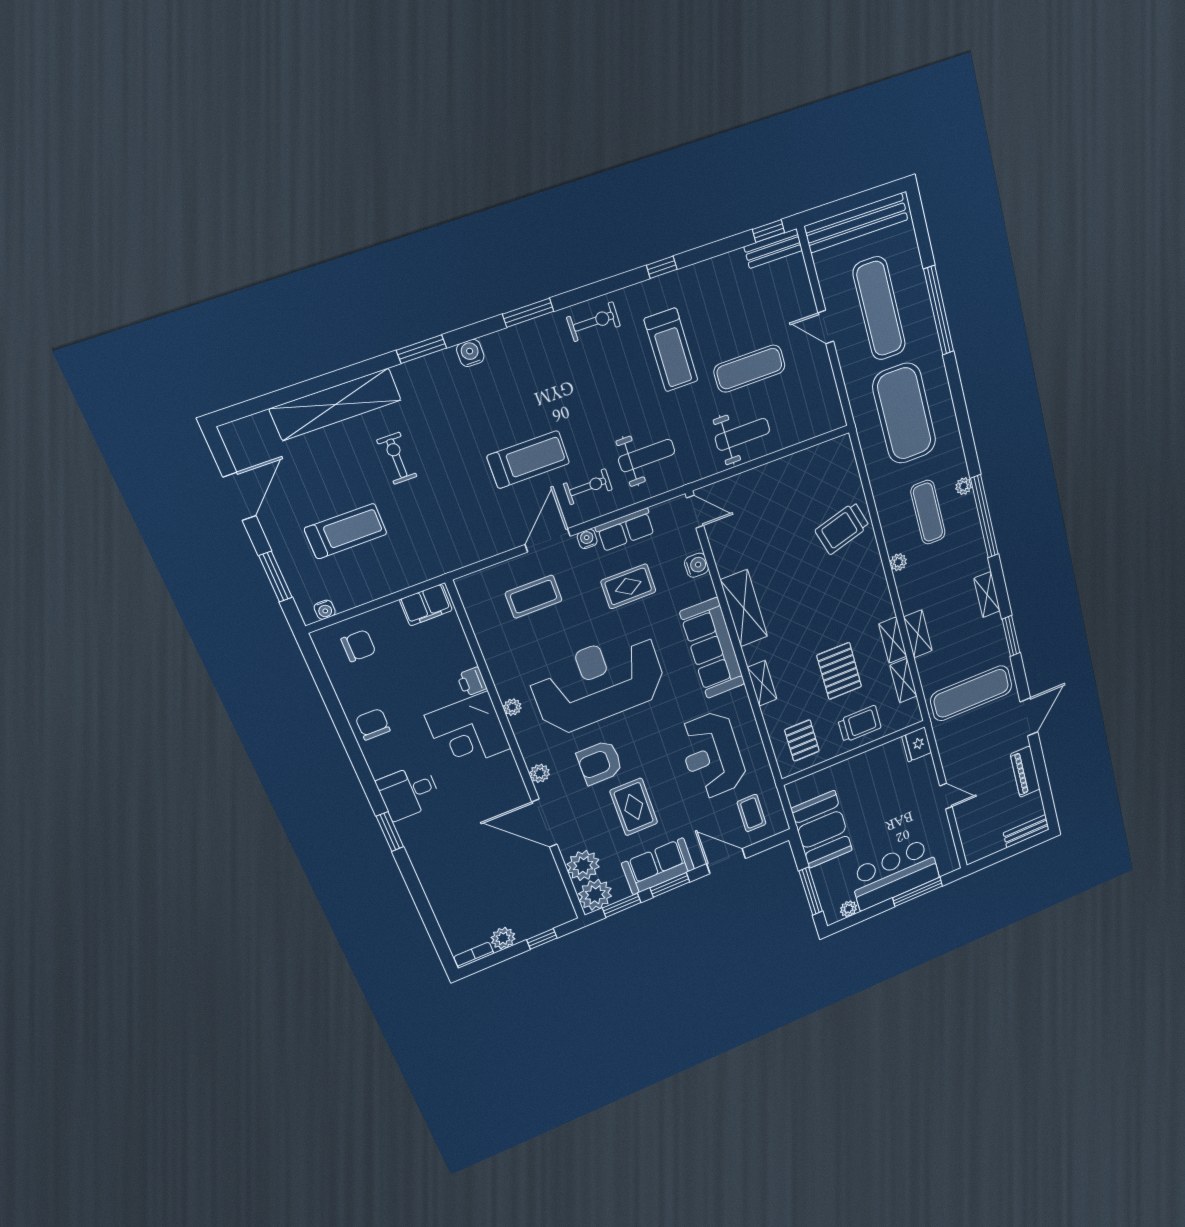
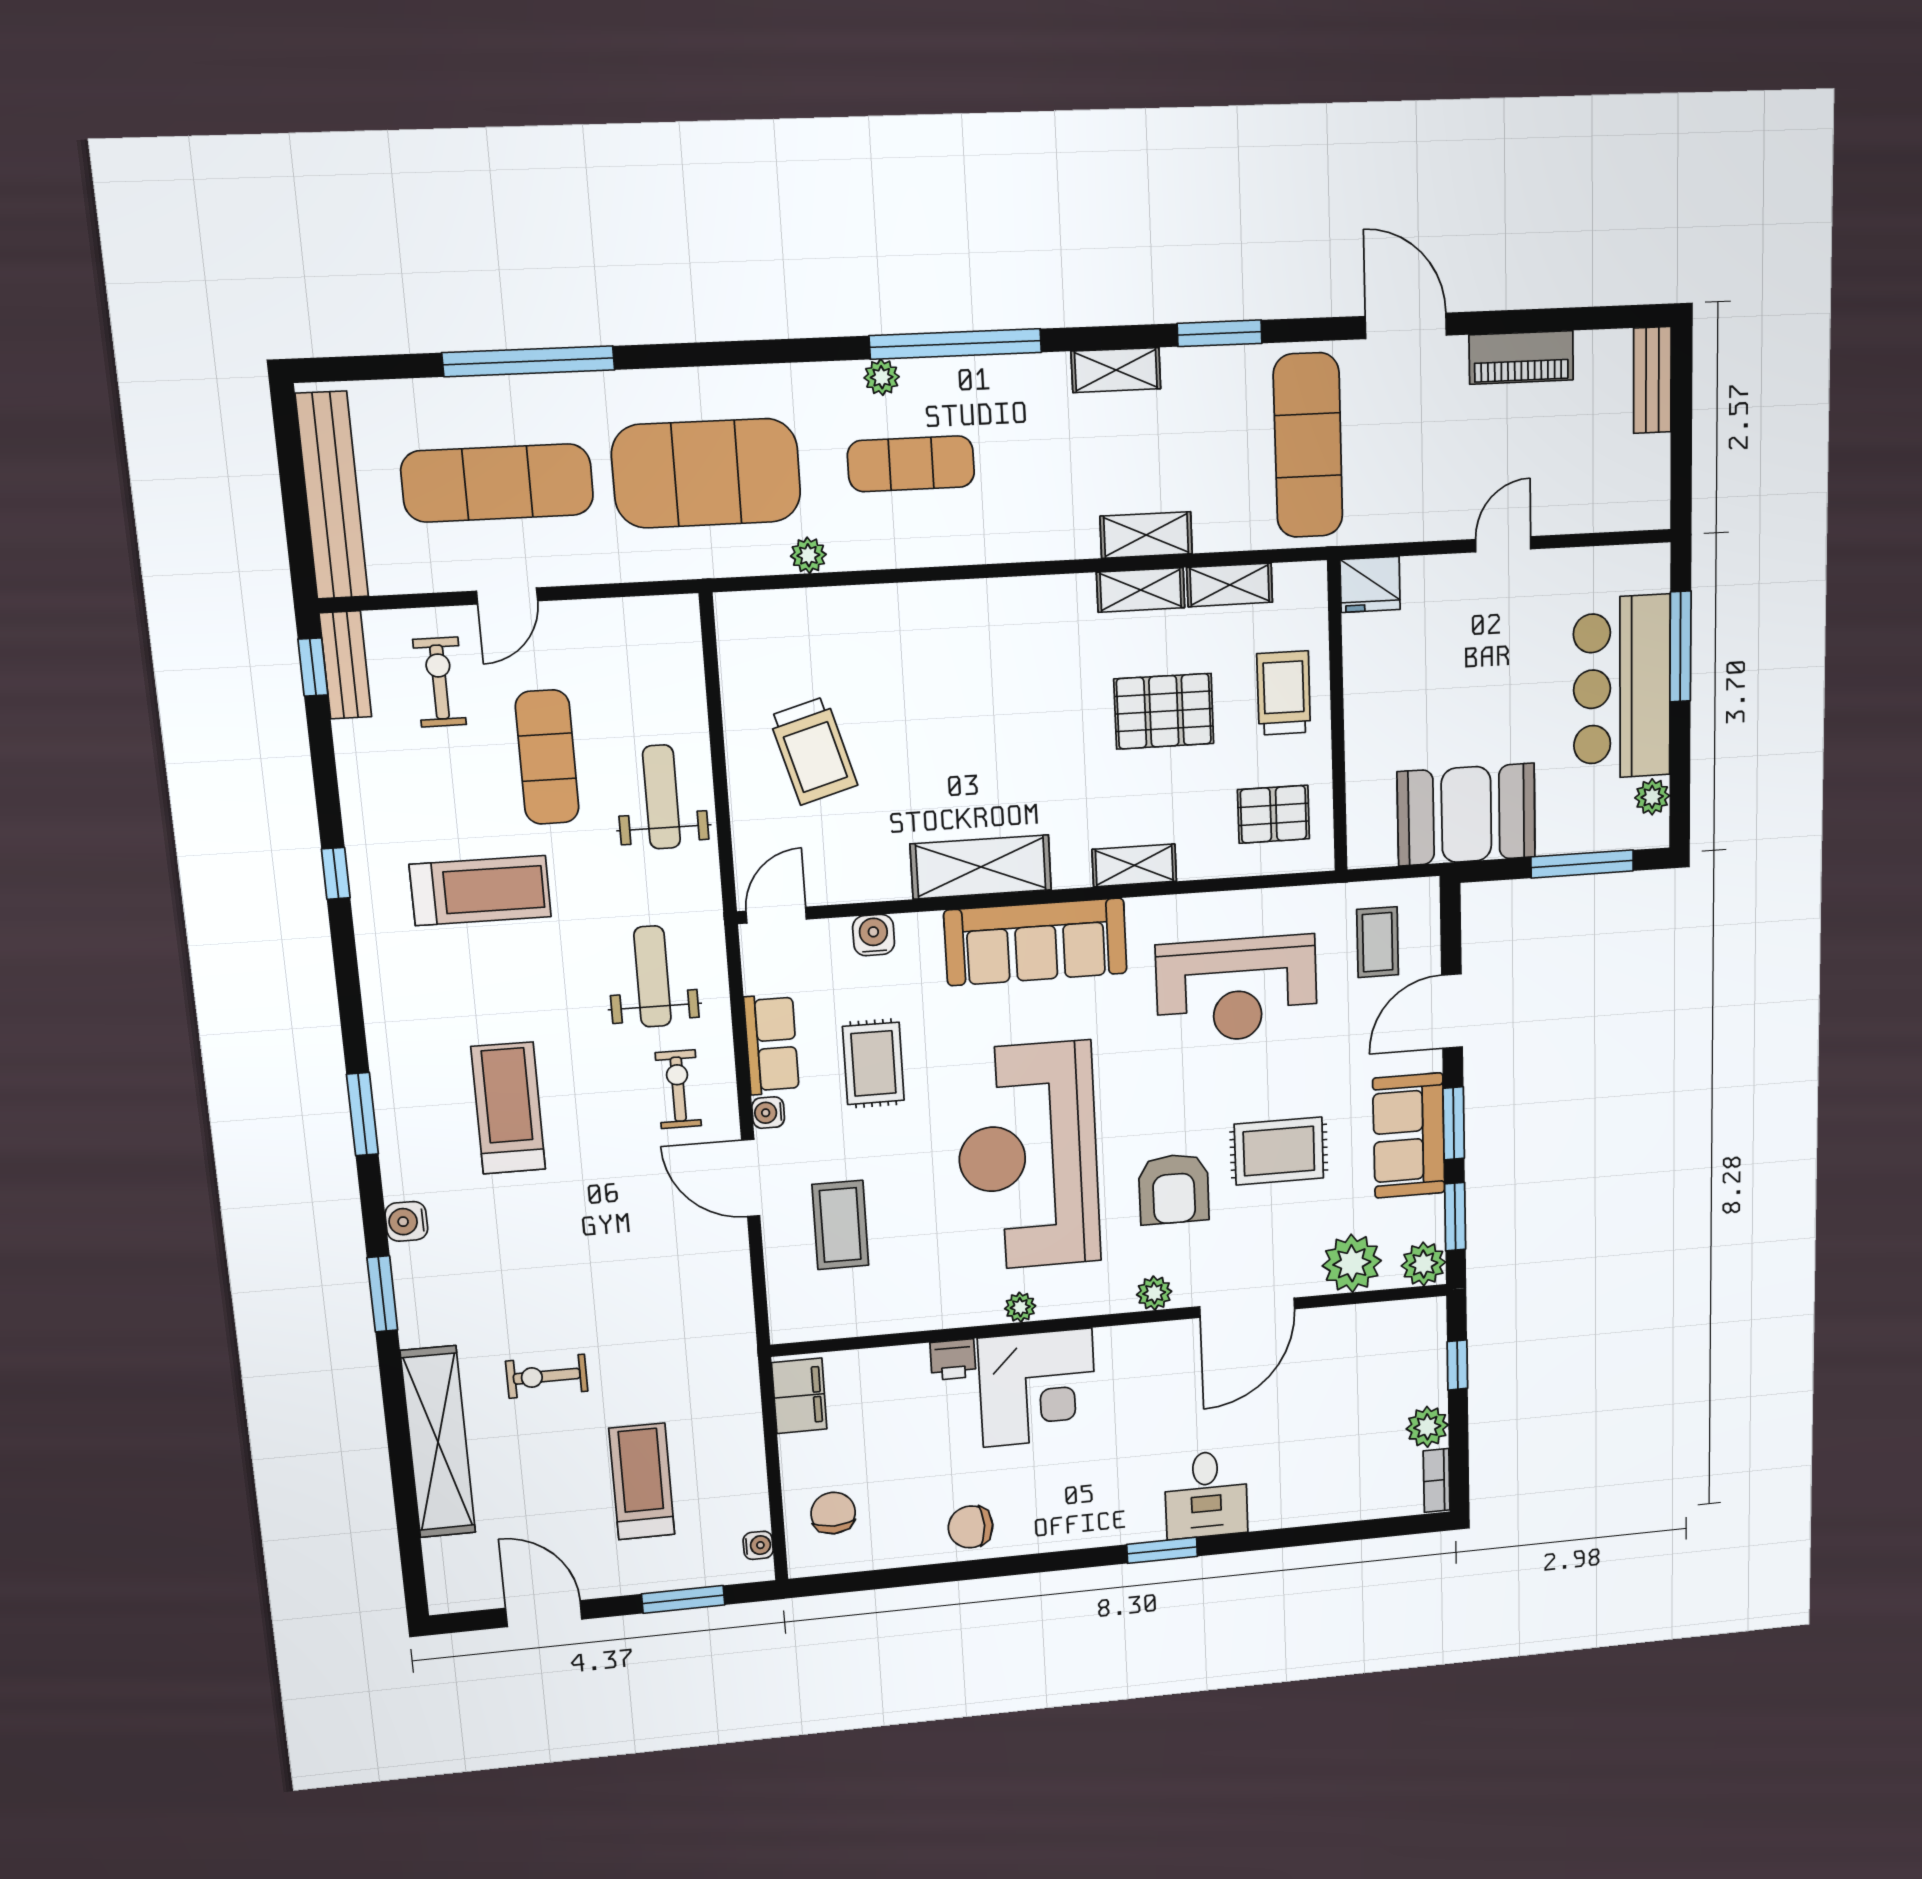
exercise bike: (594, 322) -> (440, 682), moved
treadmill: (528, 460) -> (508, 1108), moved
trolley: (842, 528) -> (813, 751), moved
plant: (898, 562) -> (808, 555), moved
desk: (409, 792) -> (1206, 1495), moved
coffee table: (752, 813) -> (1378, 942), turned 90
plant: (595, 895) -> (1423, 1264), width x0.73, depth x0.73

